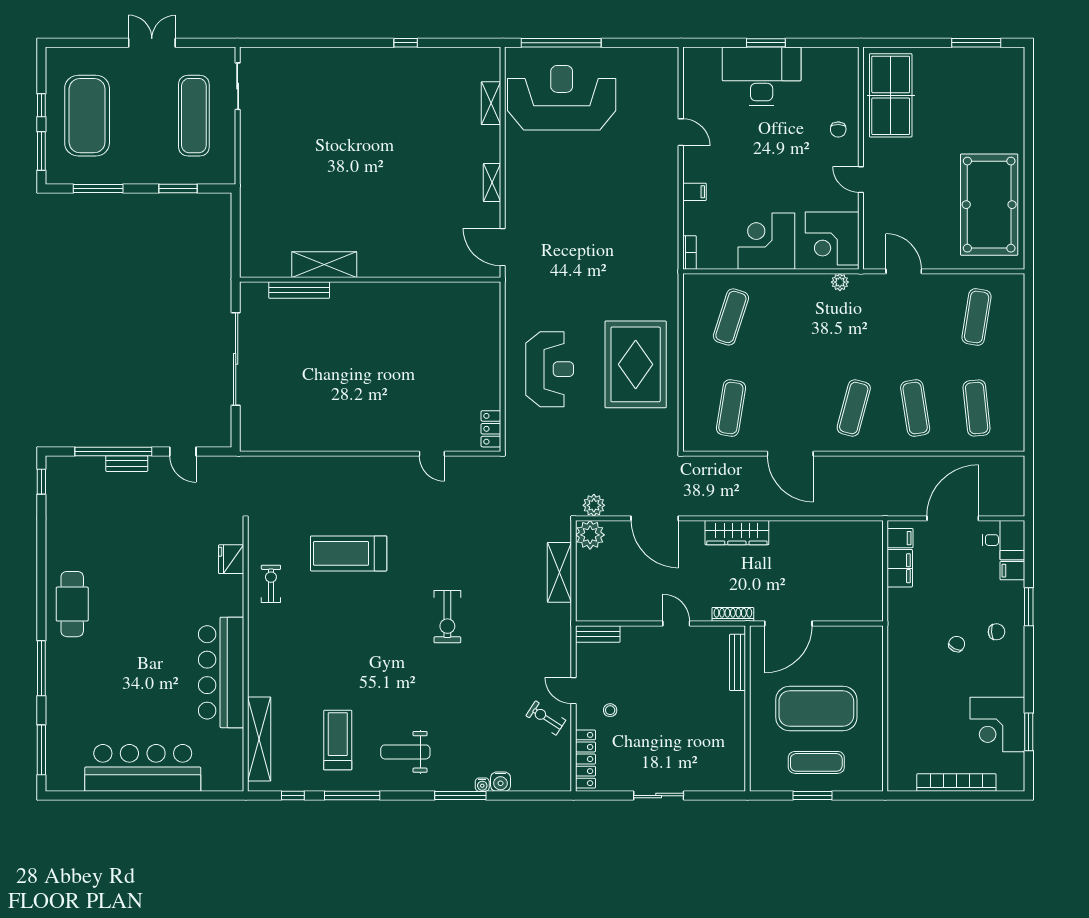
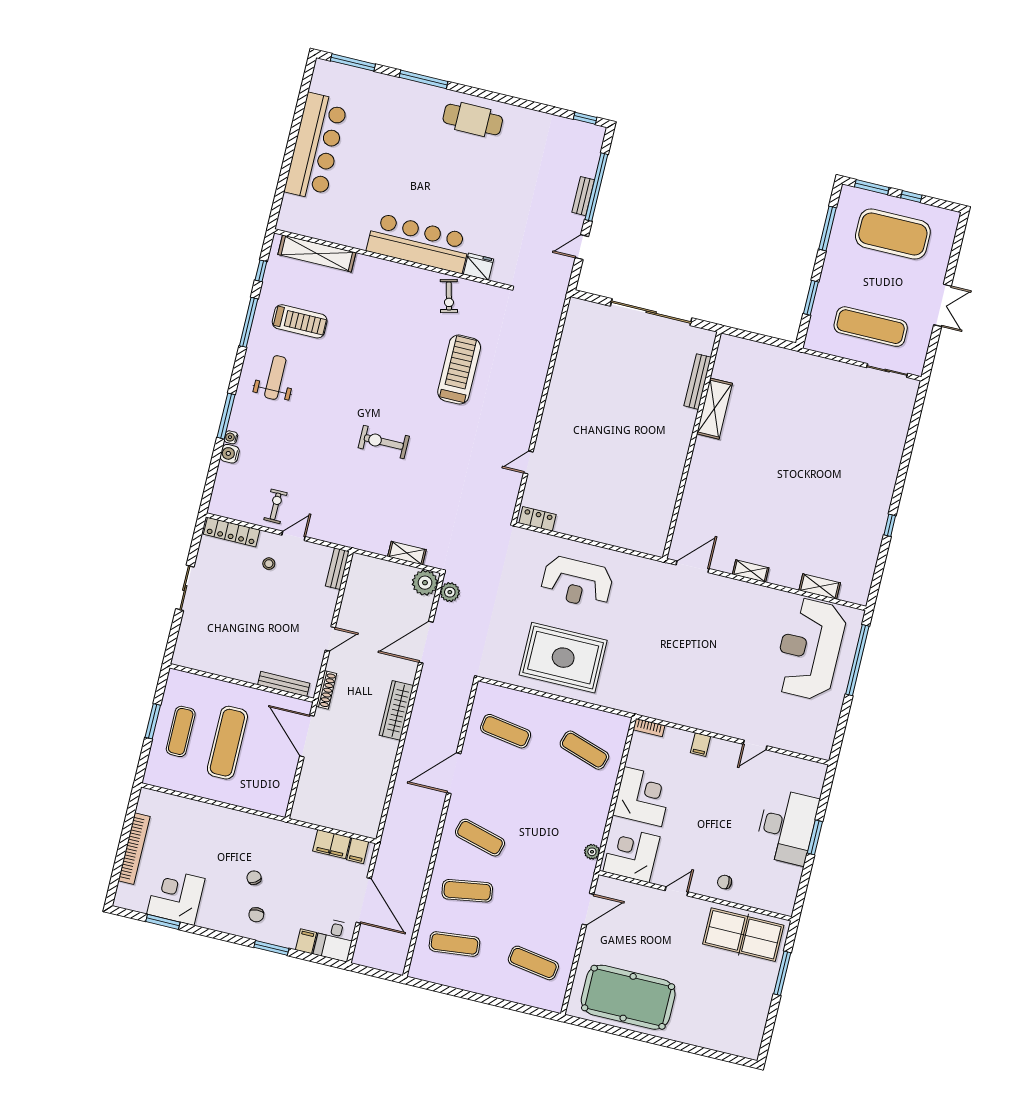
window: (976, 43) -> (782, 973), moved
reception desk: (562, 98) -> (810, 649), turned 180
shelving: (559, 572) -> (407, 553), width x0.67, depth x0.75
exercise bike: (271, 584) -> (449, 296), turned 76
chair: (957, 644) -> (254, 878), turned -149
bar counter: (221, 672) -> (419, 243), moved
exercise mat: (816, 709) -> (227, 743), width x0.68
exercise bike: (546, 718) -> (276, 506), turned -33

